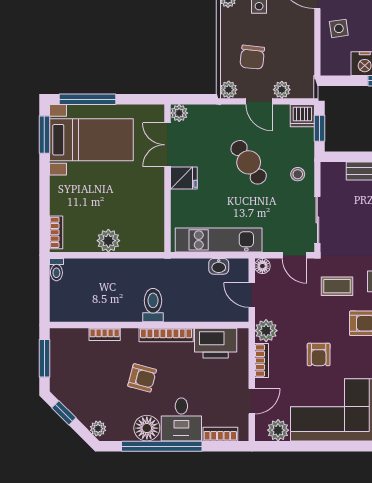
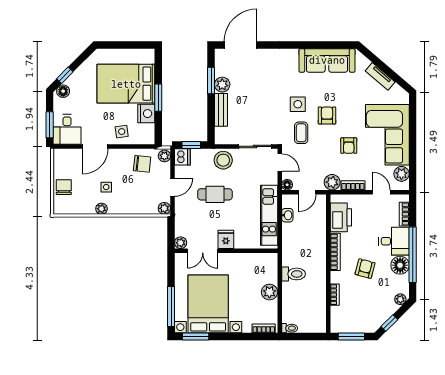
chair: (252, 57) -> (142, 164), moved
plant: (282, 90) -> (164, 156), moved
bed with nightstands: (91, 140) -> (208, 304), width x1.36
cafe table: (249, 162) -> (215, 194), turned 34
stool: (298, 174) -> (223, 160), width x1.89, depth x1.89
door: (294, 255) -> (280, 162), hinge flipped
toilet: (153, 305) -> (294, 274), moved, turned 180
armchair: (319, 354) -> (349, 146), turned 90

